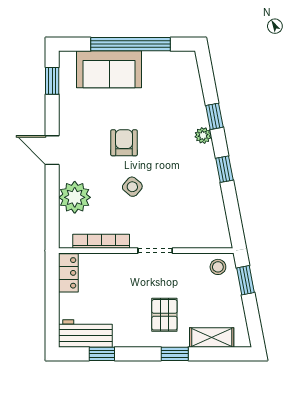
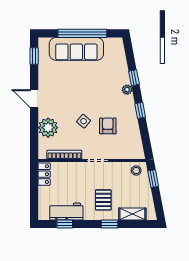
sofa: (109, 69) -> (76, 49), width x1.36
armchair: (124, 143) -> (108, 126), moved
workbench: (85, 334) -> (66, 211), moved

